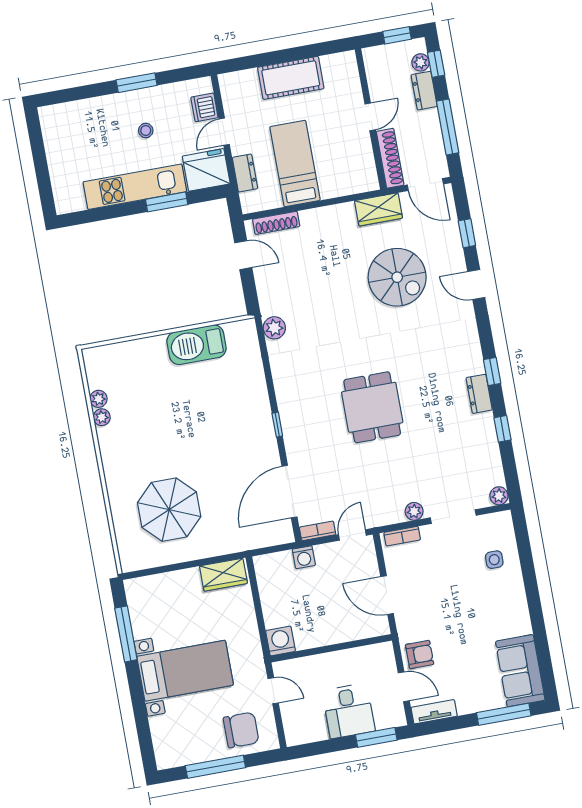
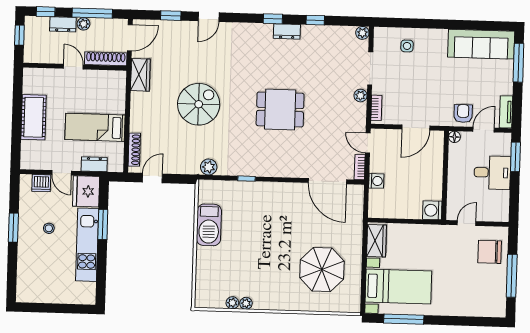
plant: (421, 62) -> (84, 24), moved
spiral stairs: (397, 277) -> (199, 104), moved
window: (277, 425) -> (246, 179), moved
floor lamp: (386, 650) -> (454, 137), added
bed with nightstands: (185, 671) -> (398, 287), moved, turned 90
sofa: (520, 671) -> (481, 44), width x1.36
chair: (241, 730) -> (490, 252), turned -90

